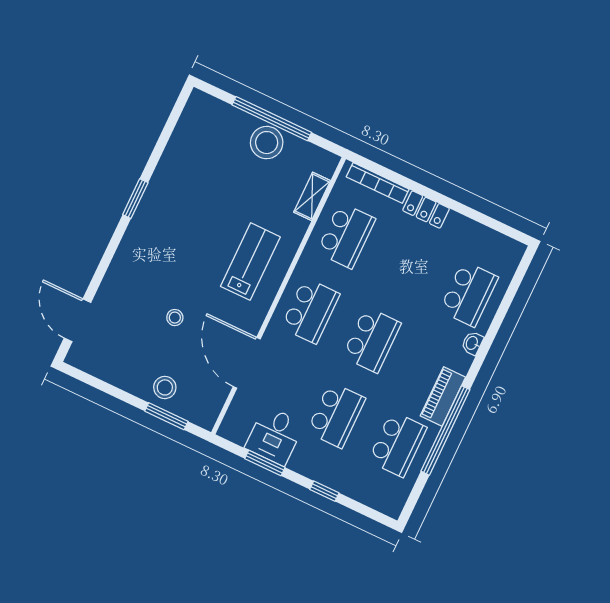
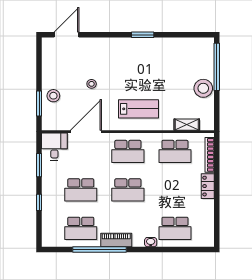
window: (272, 119) -> (217, 67), moved
desk: (275, 436) -> (54, 147), moved, turned 90

